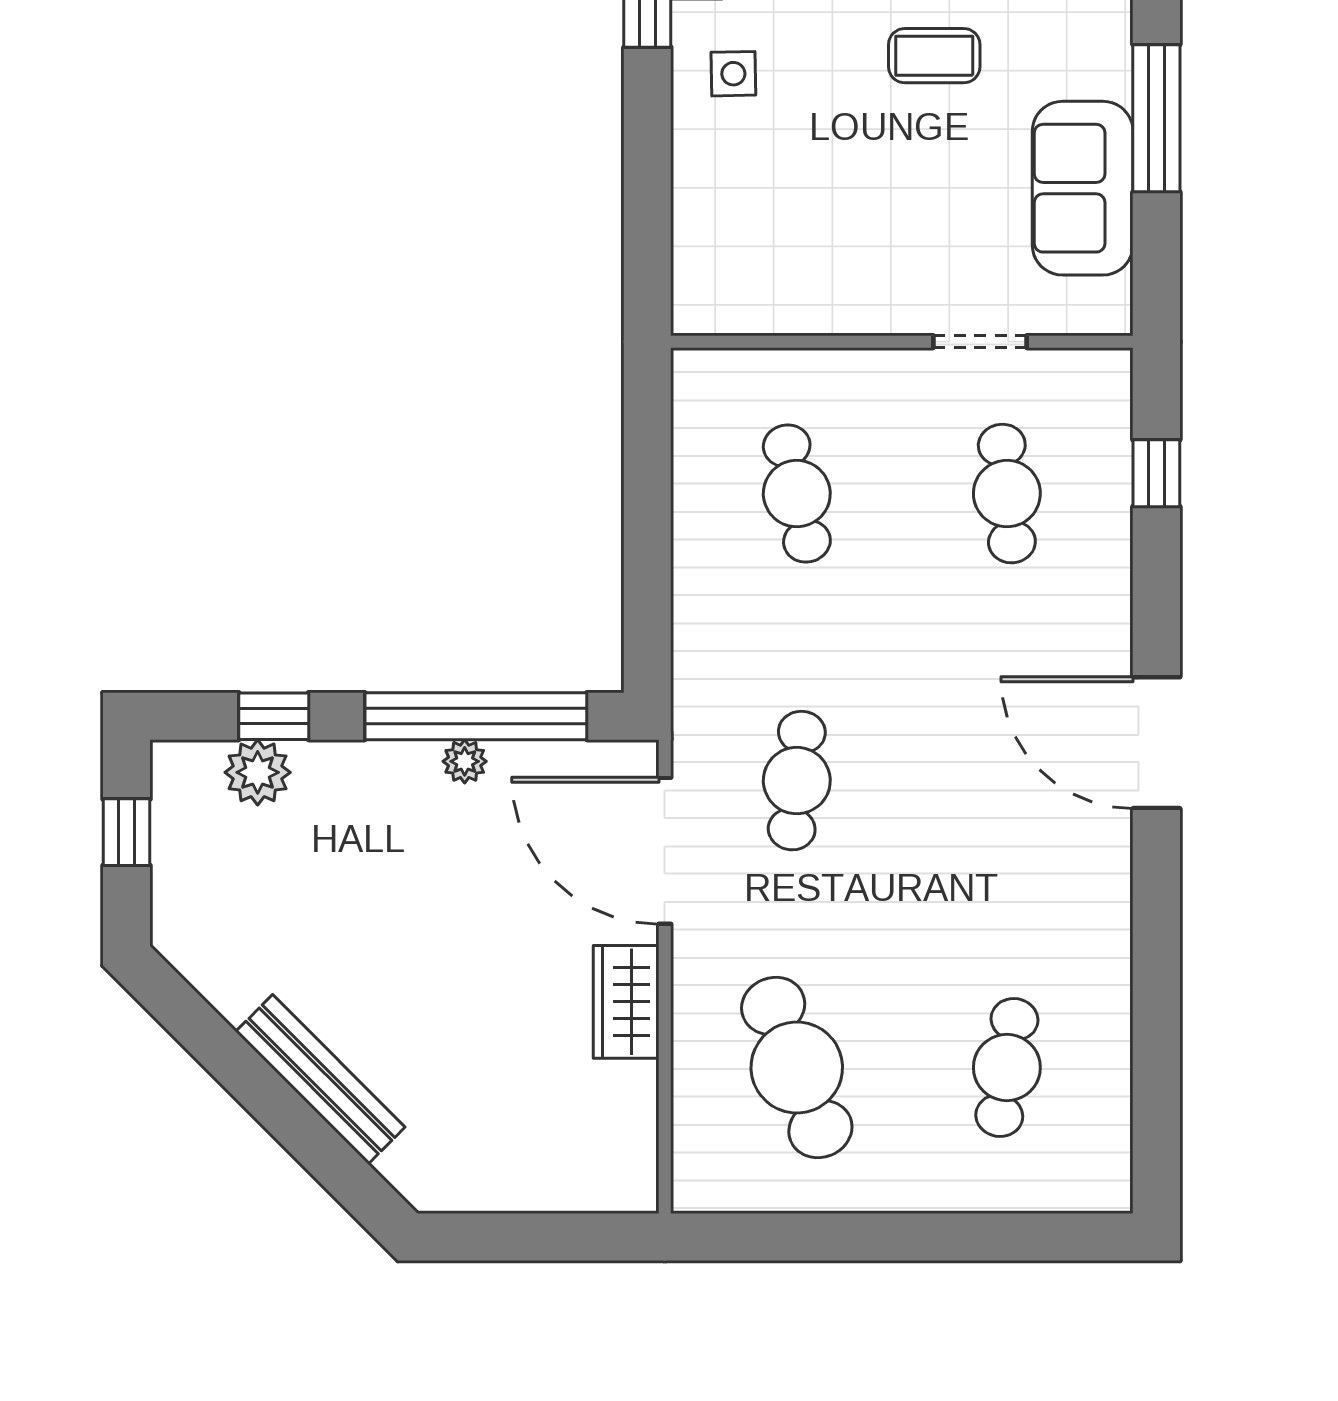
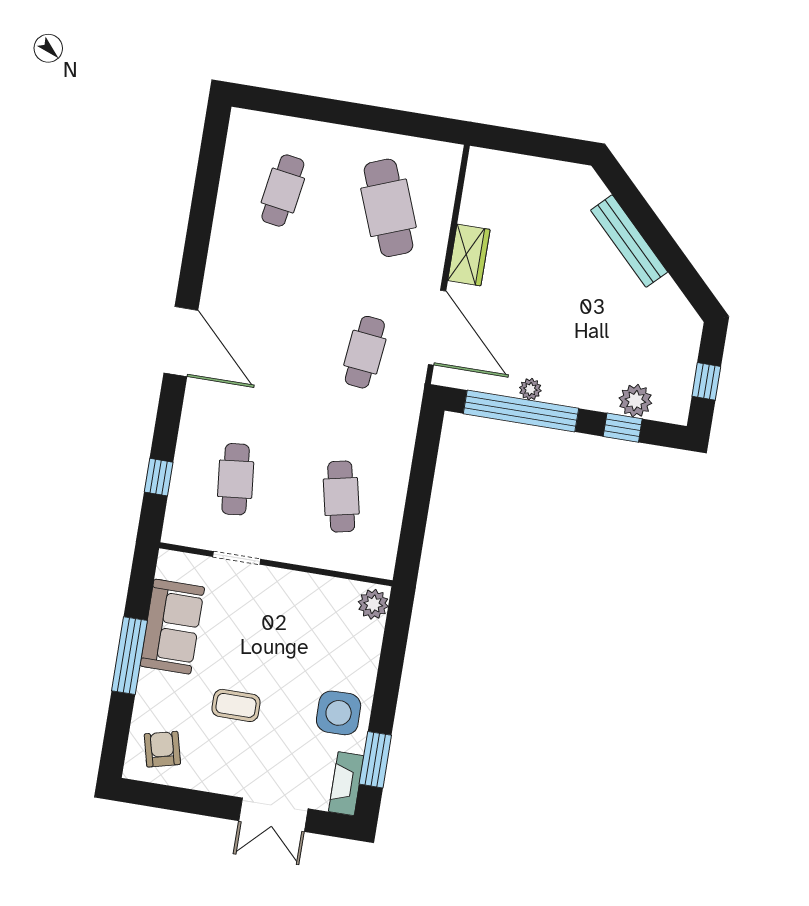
side table: (733, 74) -> (339, 713), width x1.87, depth x1.87
plant: (701, 295) -> (373, 604), added

